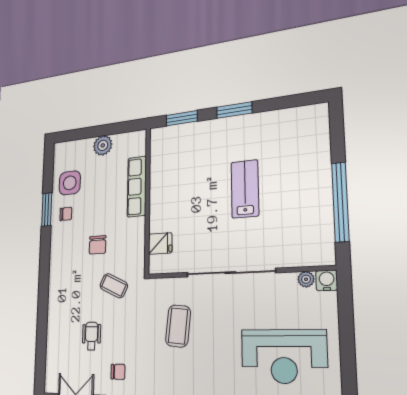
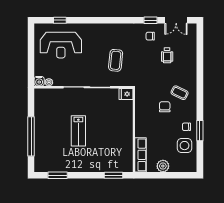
window: (234, 110) -> (58, 175), moved
row of seats: (137, 186) -> (140, 155), moved
window: (340, 202) -> (31, 136), moved
fridge: (160, 243) -> (126, 94), moved
coffee table: (114, 286) -> (180, 93), moved
reception desk: (284, 356) -> (61, 45), turned 180

